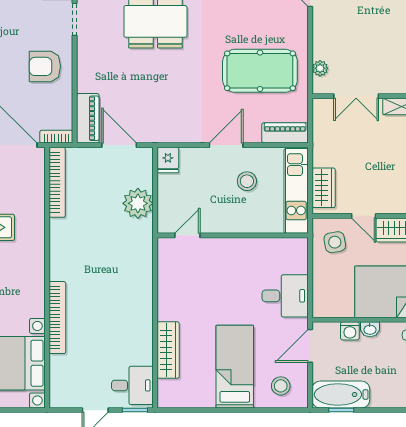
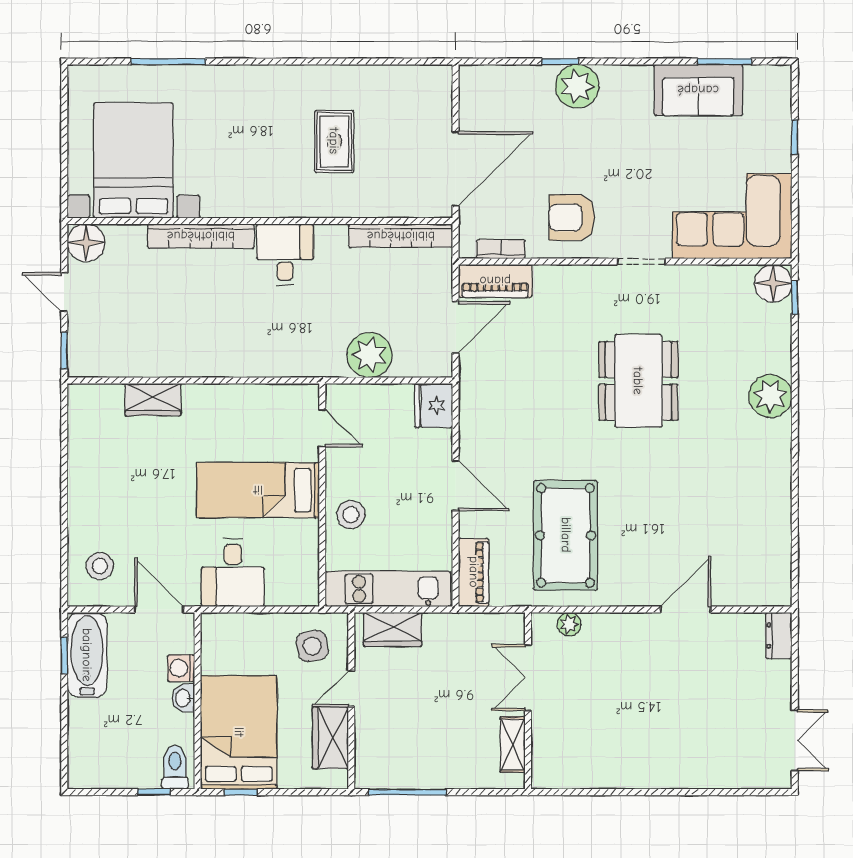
armchair: (45, 66) -> (572, 218), turned -90
bookcase: (56, 137) -> (501, 249), moved, turned -90
fridge: (168, 160) -> (434, 405), width x1.38
stool: (247, 181) -> (351, 515), moved
wardrobe: (168, 350) -> (153, 400), width x0.67
bed: (235, 367) -> (258, 490), moved, turned 180
desk: (132, 385) -> (285, 255), moved, turned 180
floor lamp: (62, 395) -> (86, 243), added

